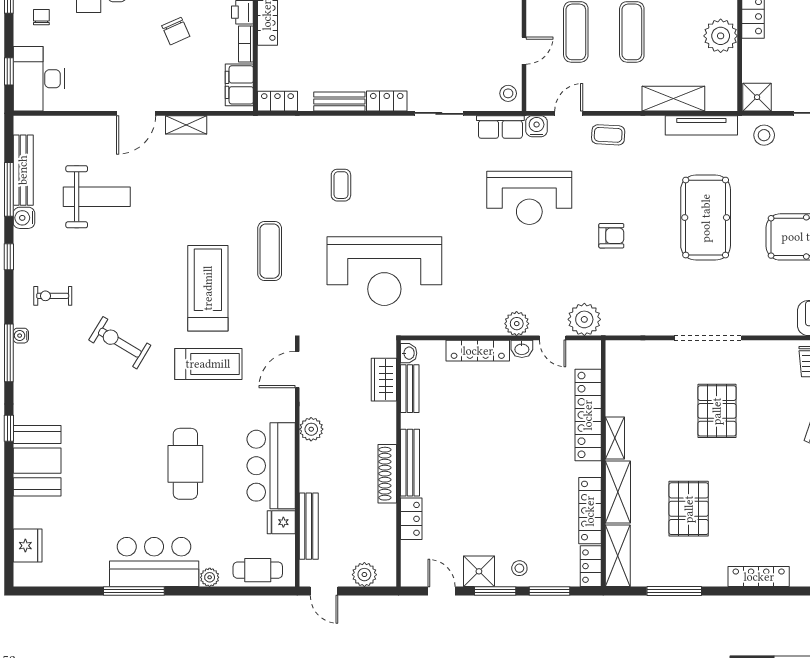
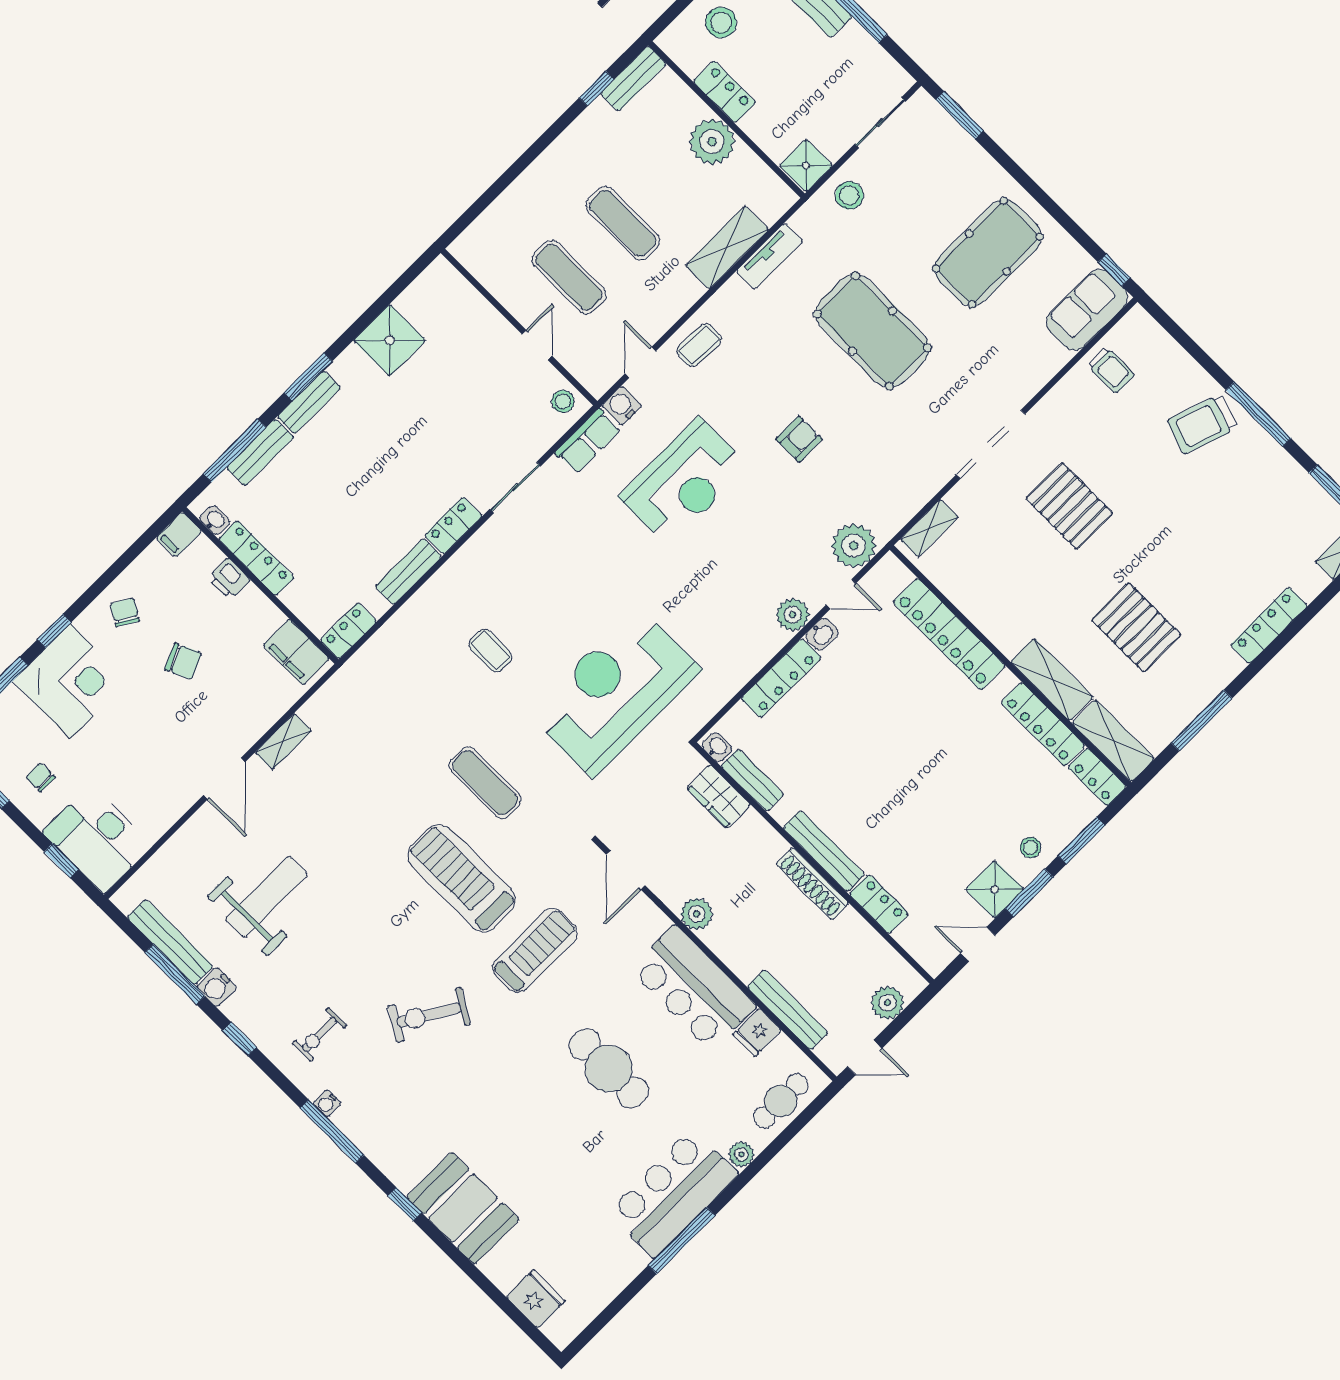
bookcase: (246, 44) -> (263, 606), removed
tv unit: (701, 125) -> (770, 256), width x0.71
reception desk: (384, 271) -> (615, 692), turned 180
shelving: (615, 438) -> (929, 528), moved, turned 90

